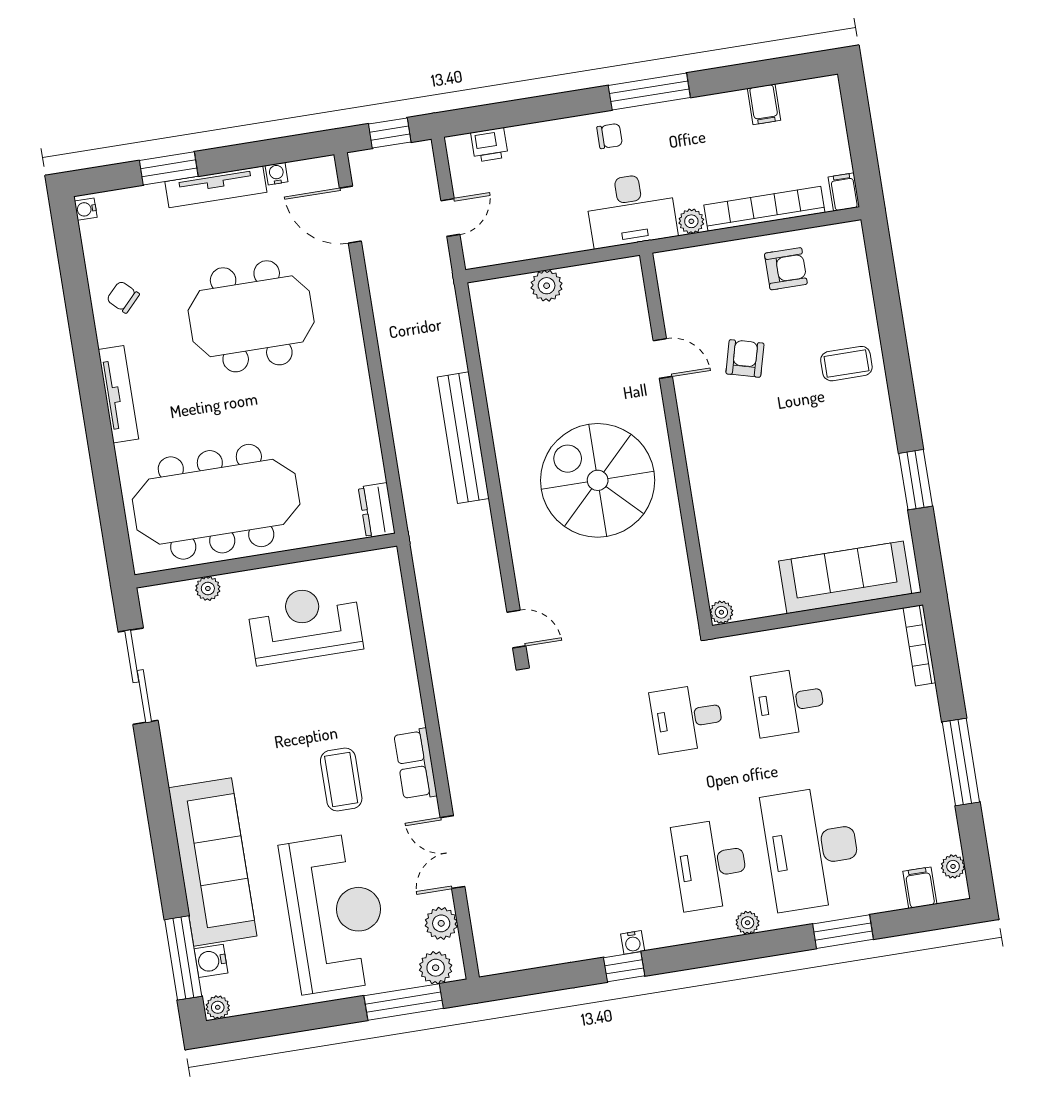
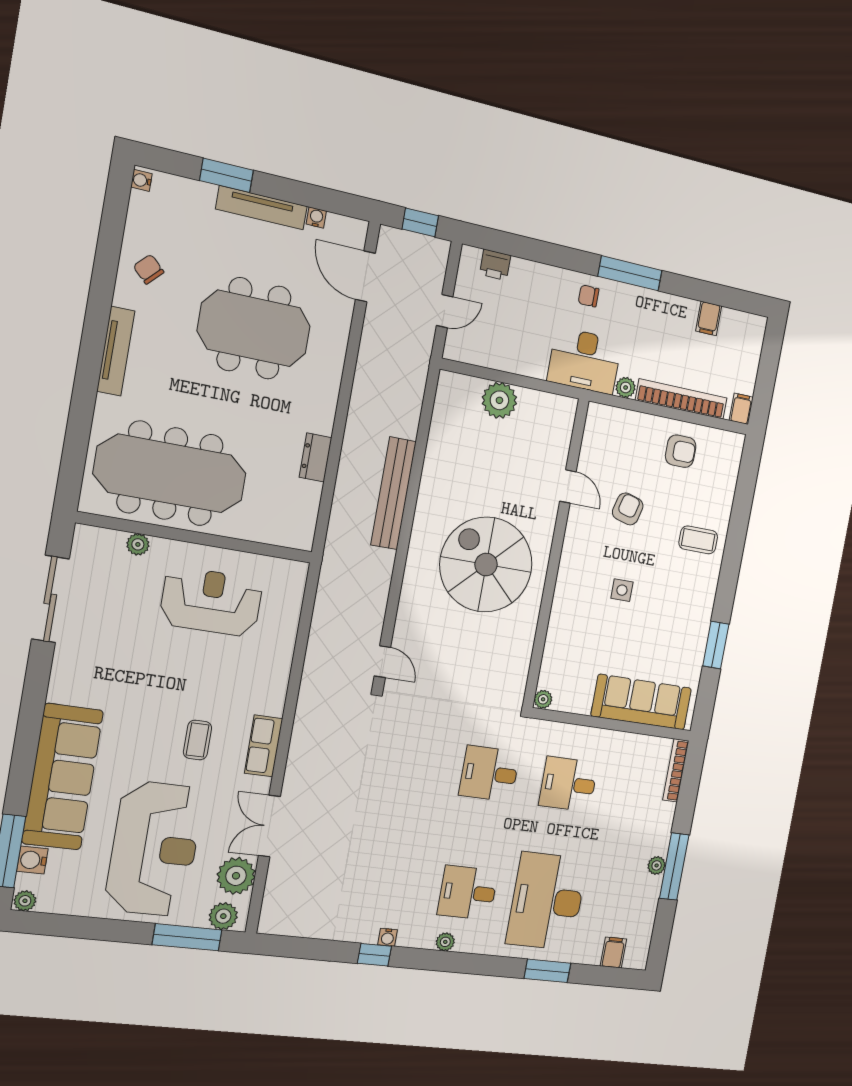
chair: (610, 136) -> (589, 296), turned 180
plant: (547, 286) -> (499, 400), width x1.36, depth x1.36
side table: (772, 454) -> (622, 590), added
dresser: (377, 510) -> (316, 457), moved
coffee table: (341, 780) -> (198, 740), width x0.73, depth x0.77
desk: (710, 865) -> (468, 893), width x0.73
plant: (953, 866) -> (657, 865), moved
plant: (441, 923) -> (236, 876), width x1.36, depth x1.36
plant: (748, 923) -> (445, 942), moved

